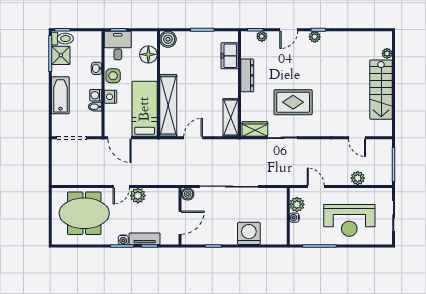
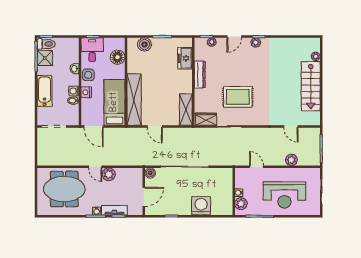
boiler: (168, 39) -> (144, 45), moved
door: (193, 138) -> (155, 126), swing flipped
door: (121, 186) -> (95, 167), hinge flipped
plant: (297, 204) -> (241, 204), moved

